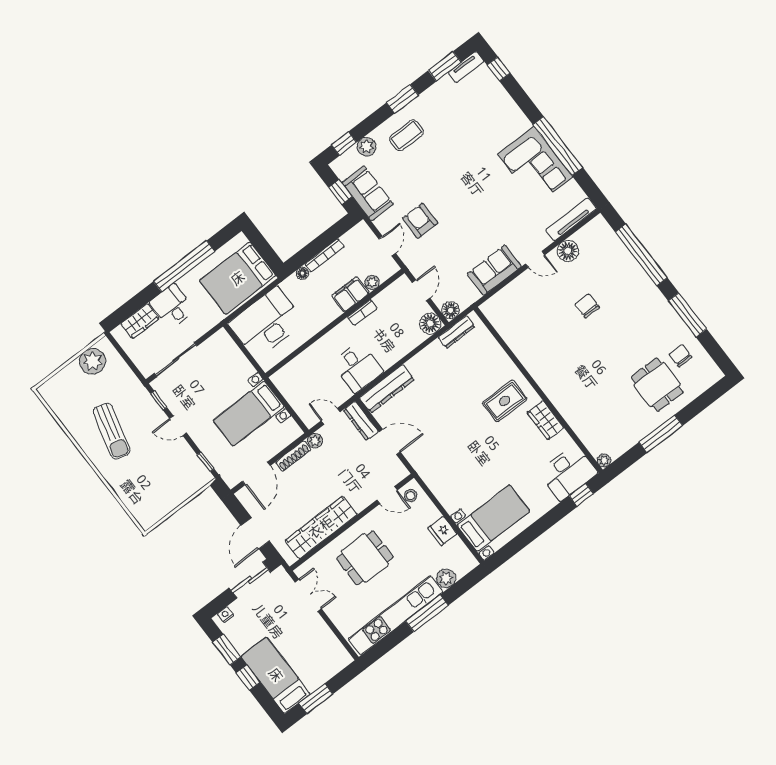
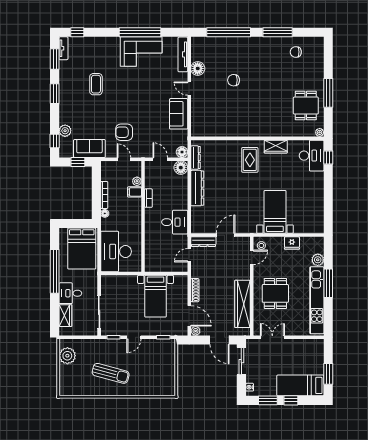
coffee table: (406, 135) -> (96, 84), moved
door: (535, 259) -> (189, 89), swing flipped
filing cabinet: (350, 294) -> (134, 192), width x0.50
dining table: (657, 385) -> (306, 106), moved, turned 90
dresser: (387, 389) -> (197, 188), moved
plant: (315, 441) -> (196, 331), moved
bed with nightstands: (493, 518) -> (275, 212), moved

